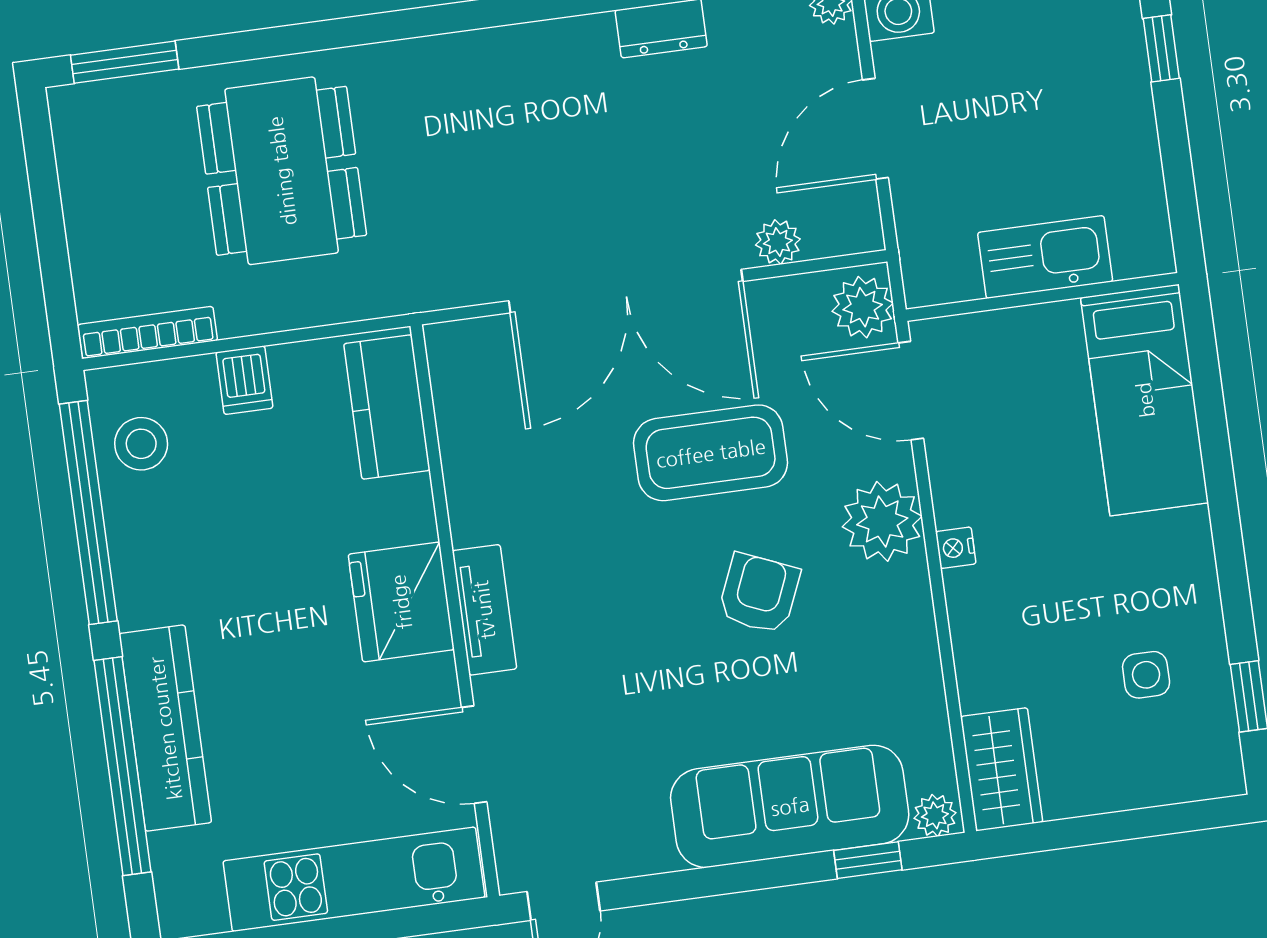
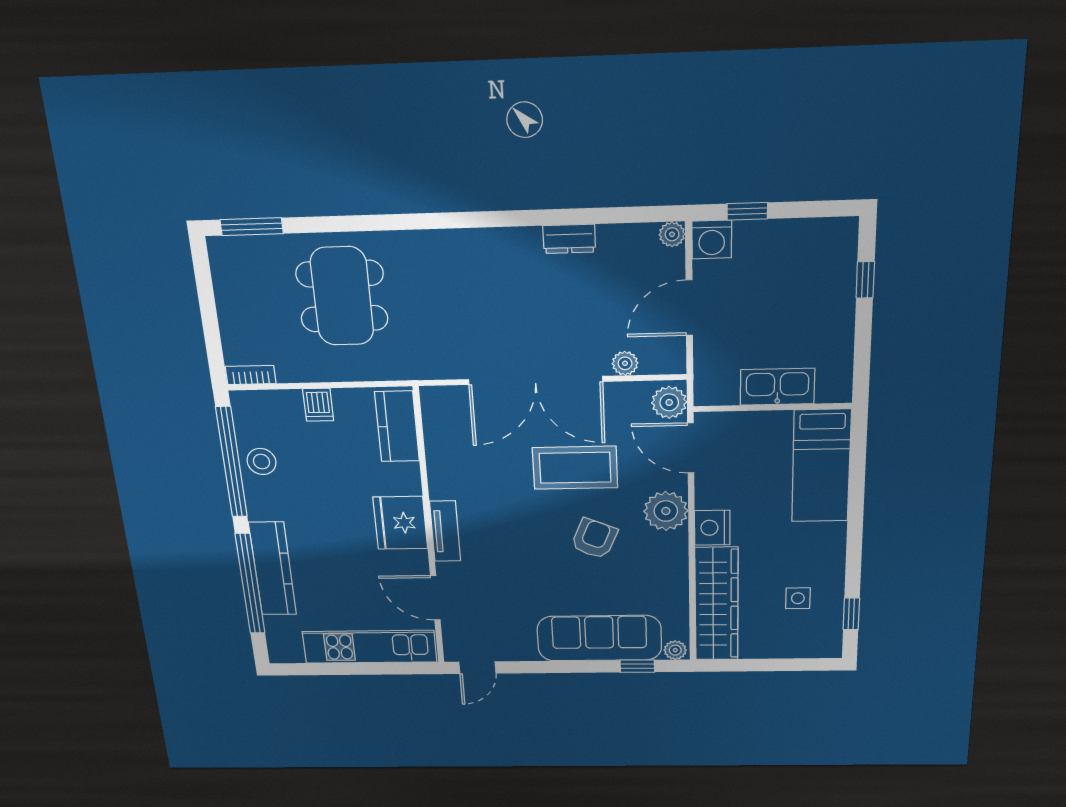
bookcase: (148, 332) -> (251, 375), width x0.64
stool: (141, 444) -> (262, 462), moved
nightstand: (956, 548) -> (712, 528), width x1.89, depth x1.79
wardrobe: (1002, 769) -> (717, 604), width x2.10, depth x1.17

